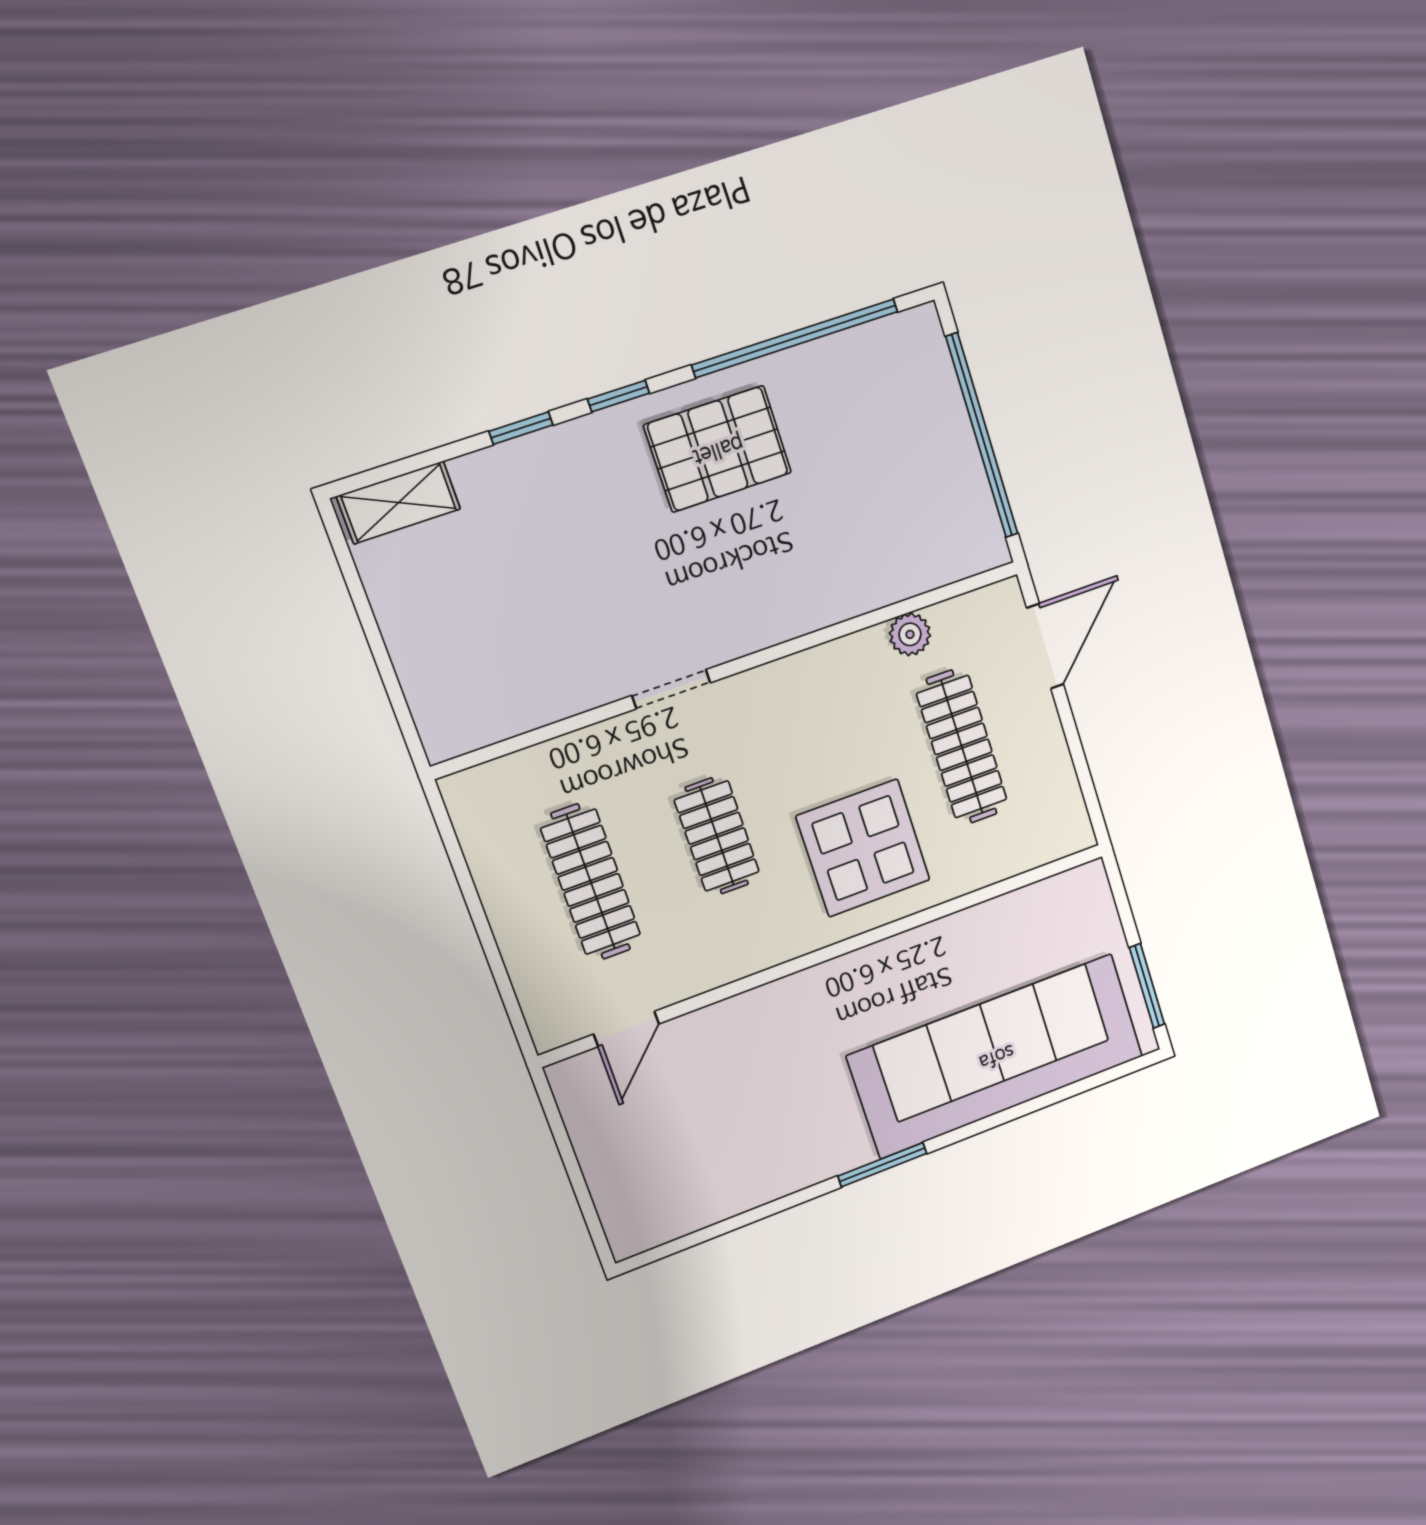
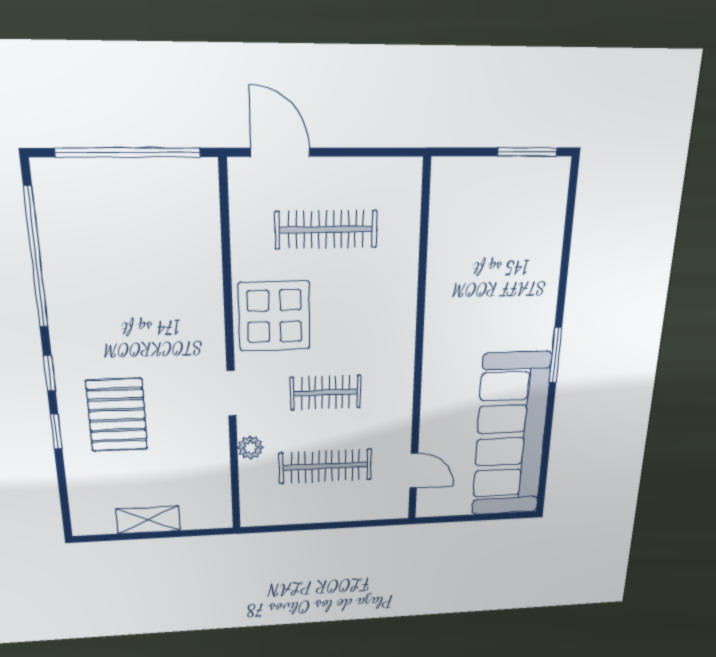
pallet: (718, 449) -> (117, 415), moved
shelving: (399, 502) -> (148, 520), moved, turned 90
plant: (910, 634) -> (250, 448), moved
display table: (863, 848) -> (274, 316), moved
sofa: (996, 1056) -> (511, 435), moved

